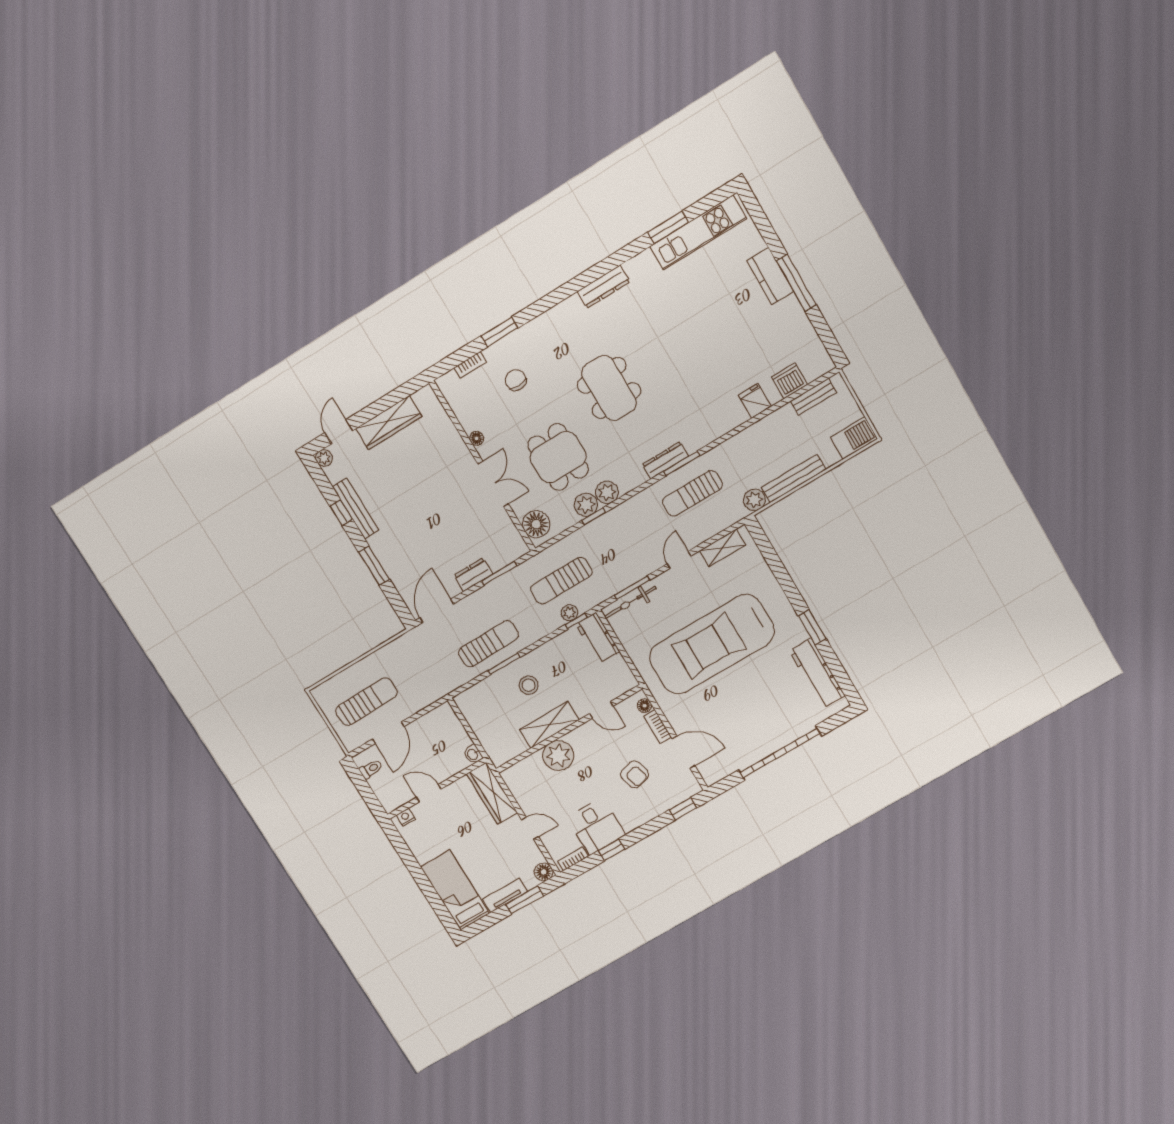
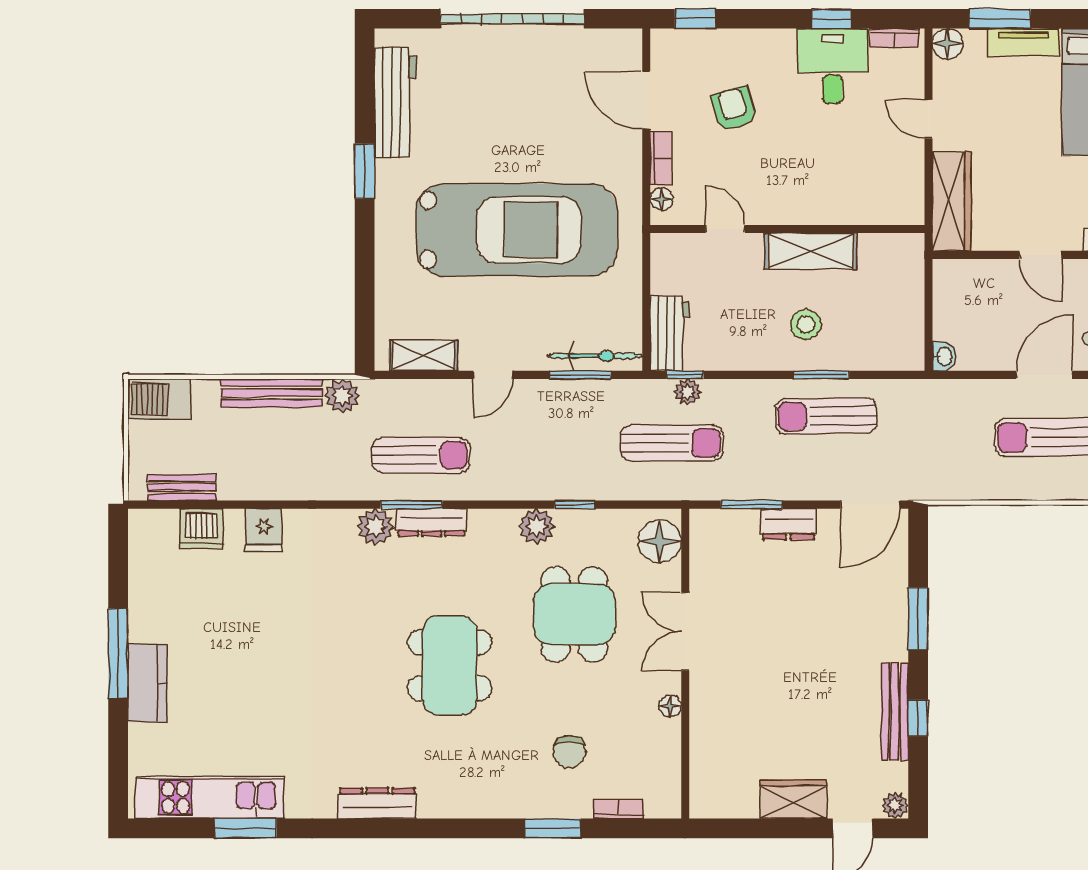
wardrobe: (389, 423) -> (793, 799), width x0.67
plant: (586, 505) -> (376, 527), moved
washbasin: (473, 754) -> (944, 356), moved
plant: (558, 756) -> (825, 200), removed

